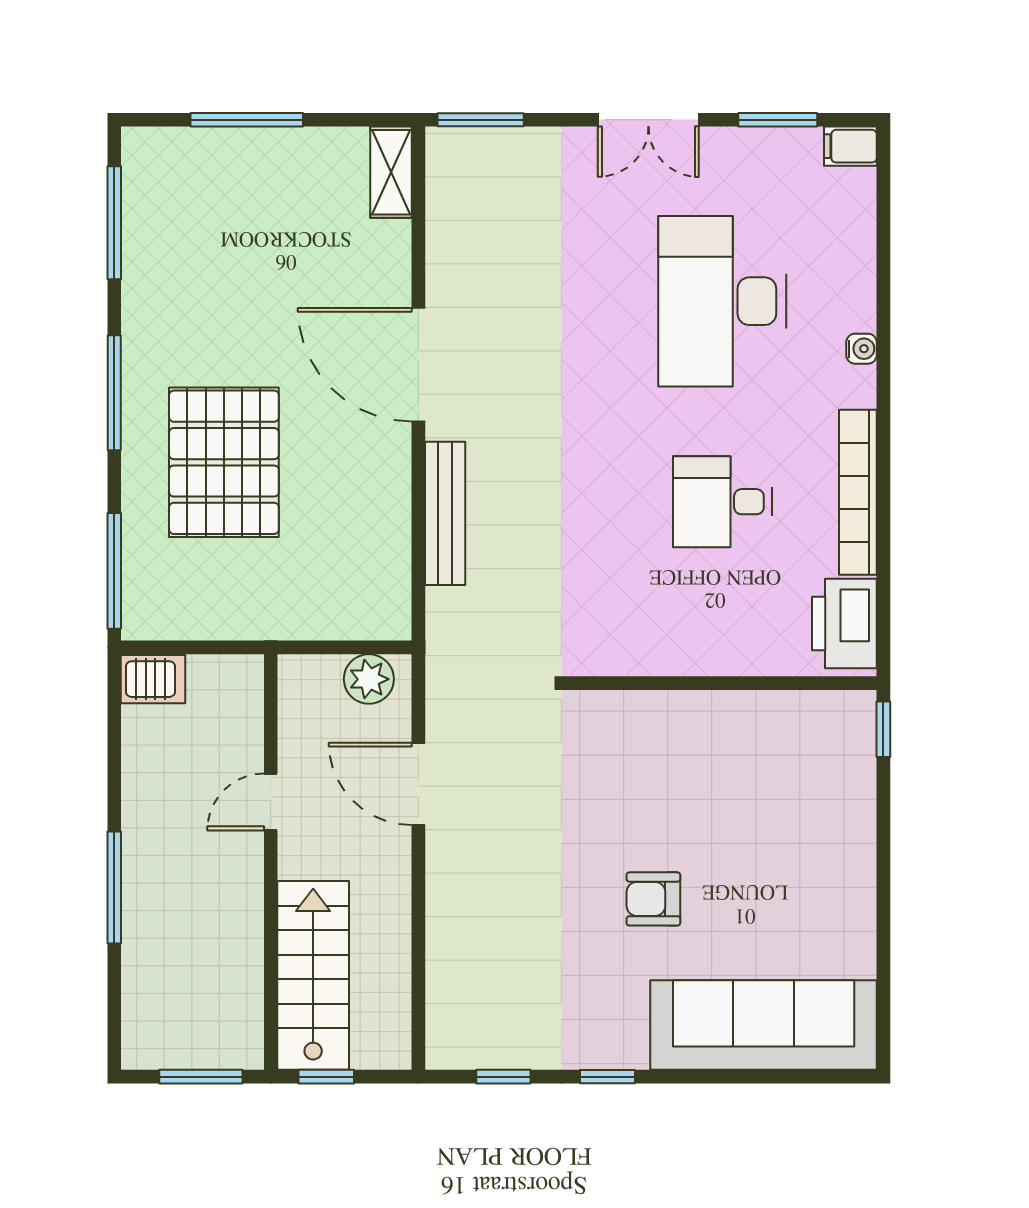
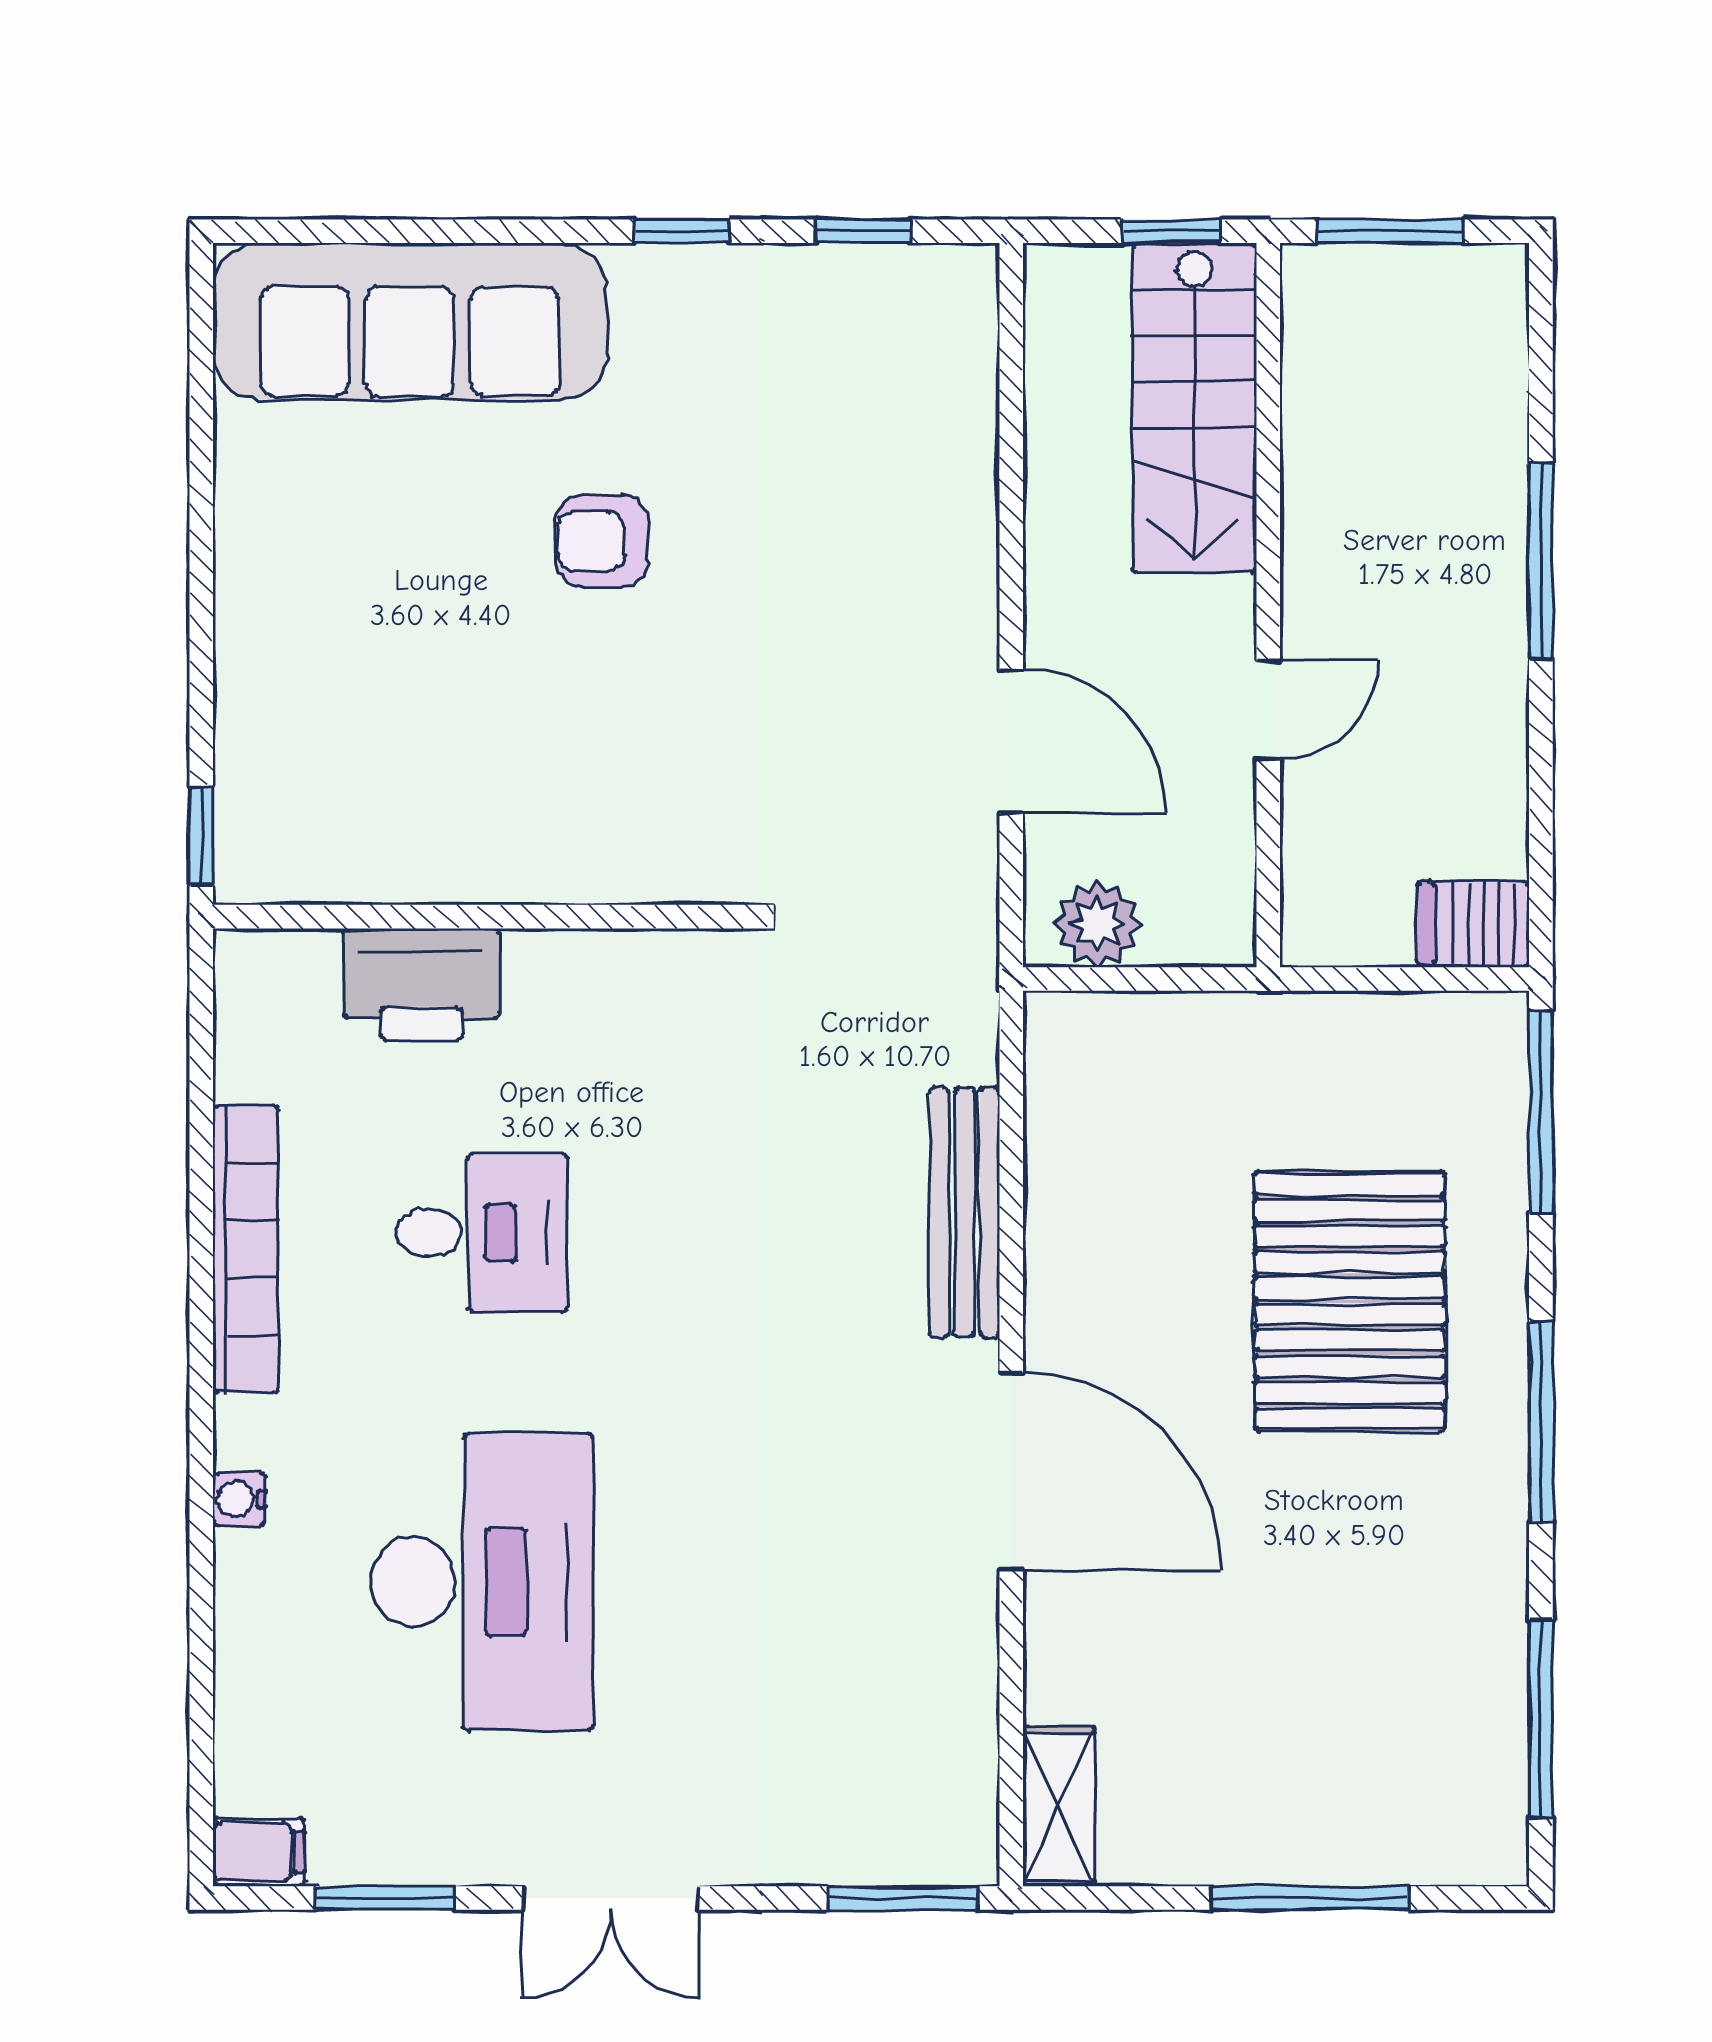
double door: (648, 120) -> (610, 1898), swing flipped
printer: (844, 623) -> (422, 984), moved, turned 90
armchair: (653, 899) -> (602, 541), turned 180

